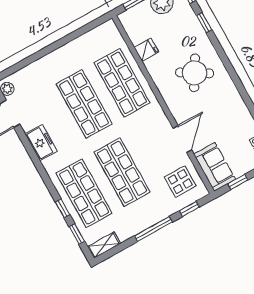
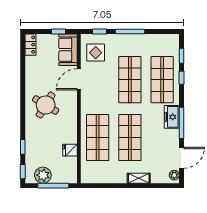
round table: (195, 73) -> (46, 105), moved
freezer: (41, 143) -> (172, 117), moved
window: (33, 155) -> (181, 123), added
shelving: (104, 245) -> (139, 178), moved

